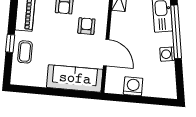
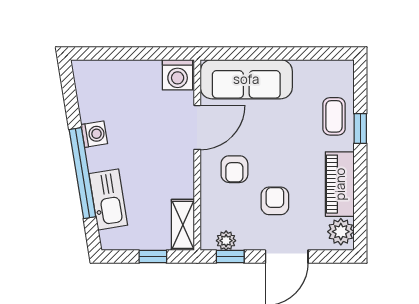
door: (106, 53) -> (197, 127), swing flipped
washing machine: (133, 86) -> (178, 75), moved

